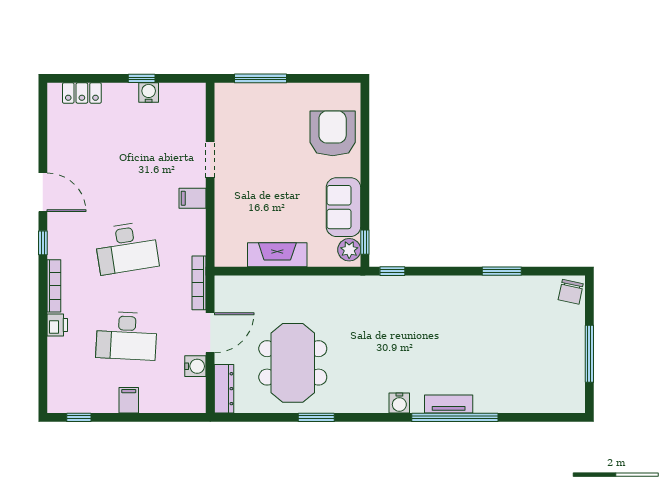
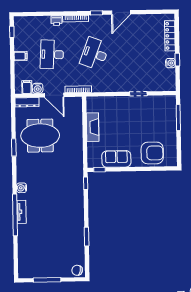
locker: (82, 93) -> (170, 36), width x1.53
filing cabinet: (193, 198) -> (27, 87), moved
desk: (127, 248) -> (95, 54), turned 30
plant: (349, 250) -> (96, 162), removed

